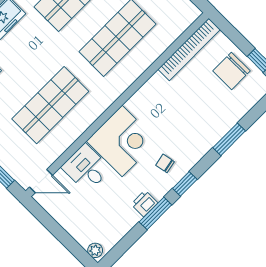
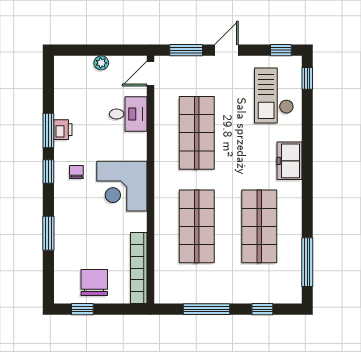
corner desk: (122, 141) -> (122, 186), moved
chair: (165, 163) -> (76, 172), turned -79
plant: (95, 250) -> (101, 63), moved

